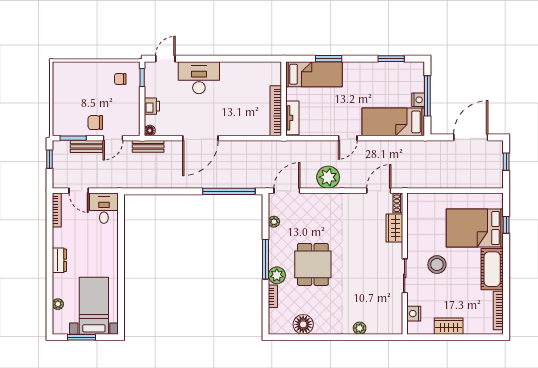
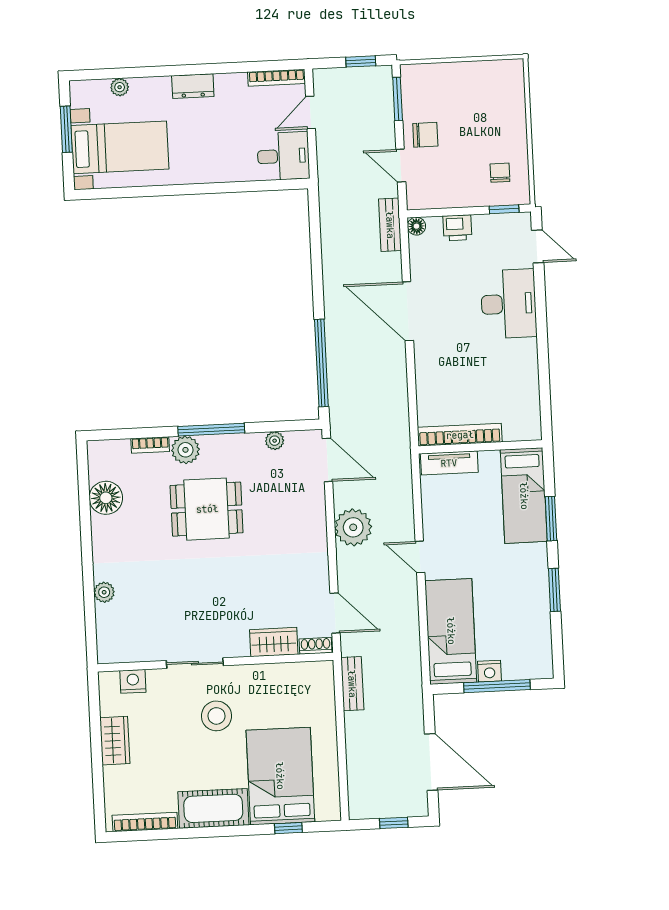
window: (391, 59) -> (554, 590), moved
chair: (95, 123) -> (425, 135), turned 90
bench: (86, 146) -> (352, 684), moved

